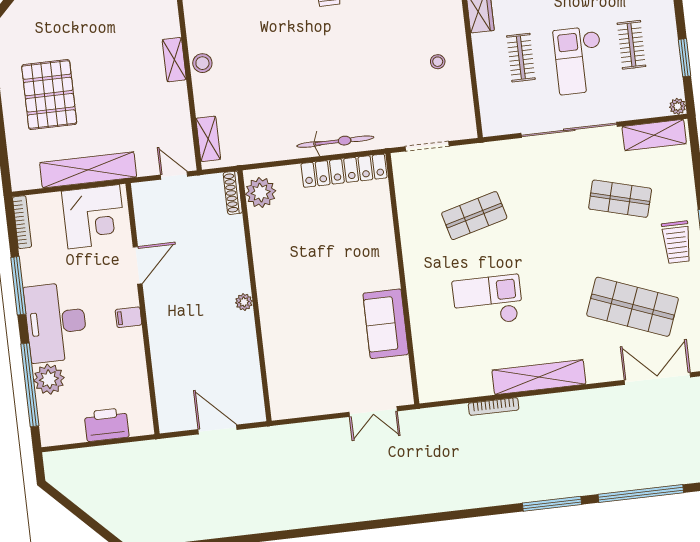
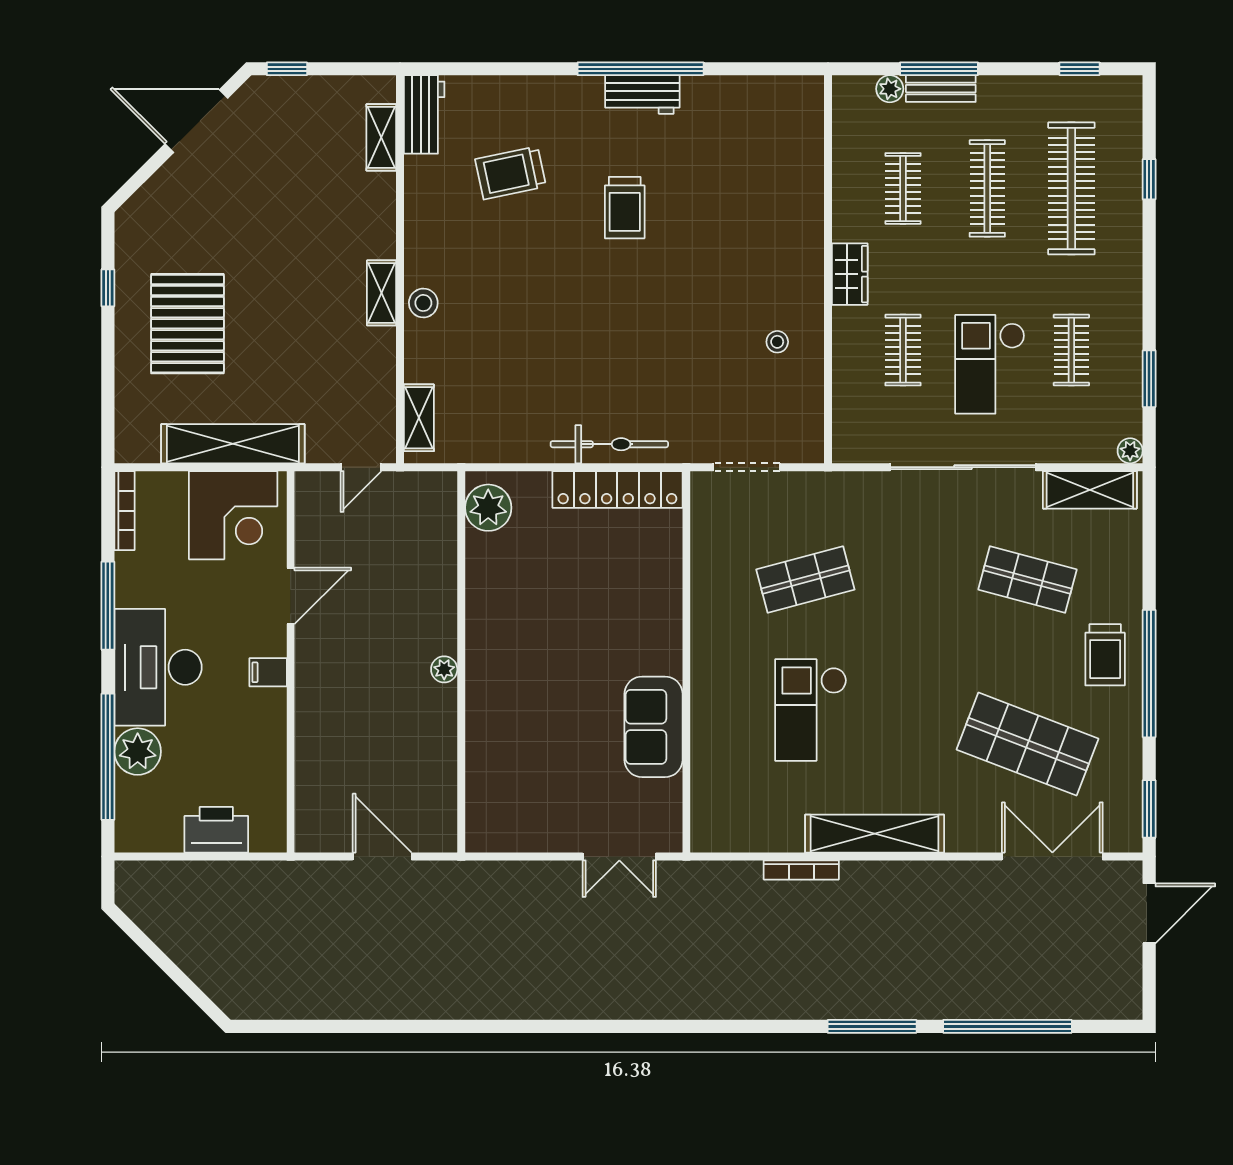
door: (174, 176) -> (361, 467), swing flipped
shoe rack: (233, 193) -> (446, 503), removed
checkout: (488, 301) -> (811, 710), turned -90

